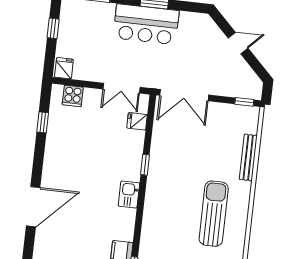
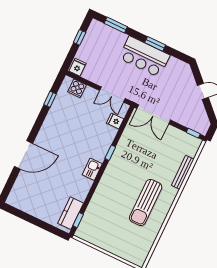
sun lounger: (214, 214) -> (146, 202), turned 180

